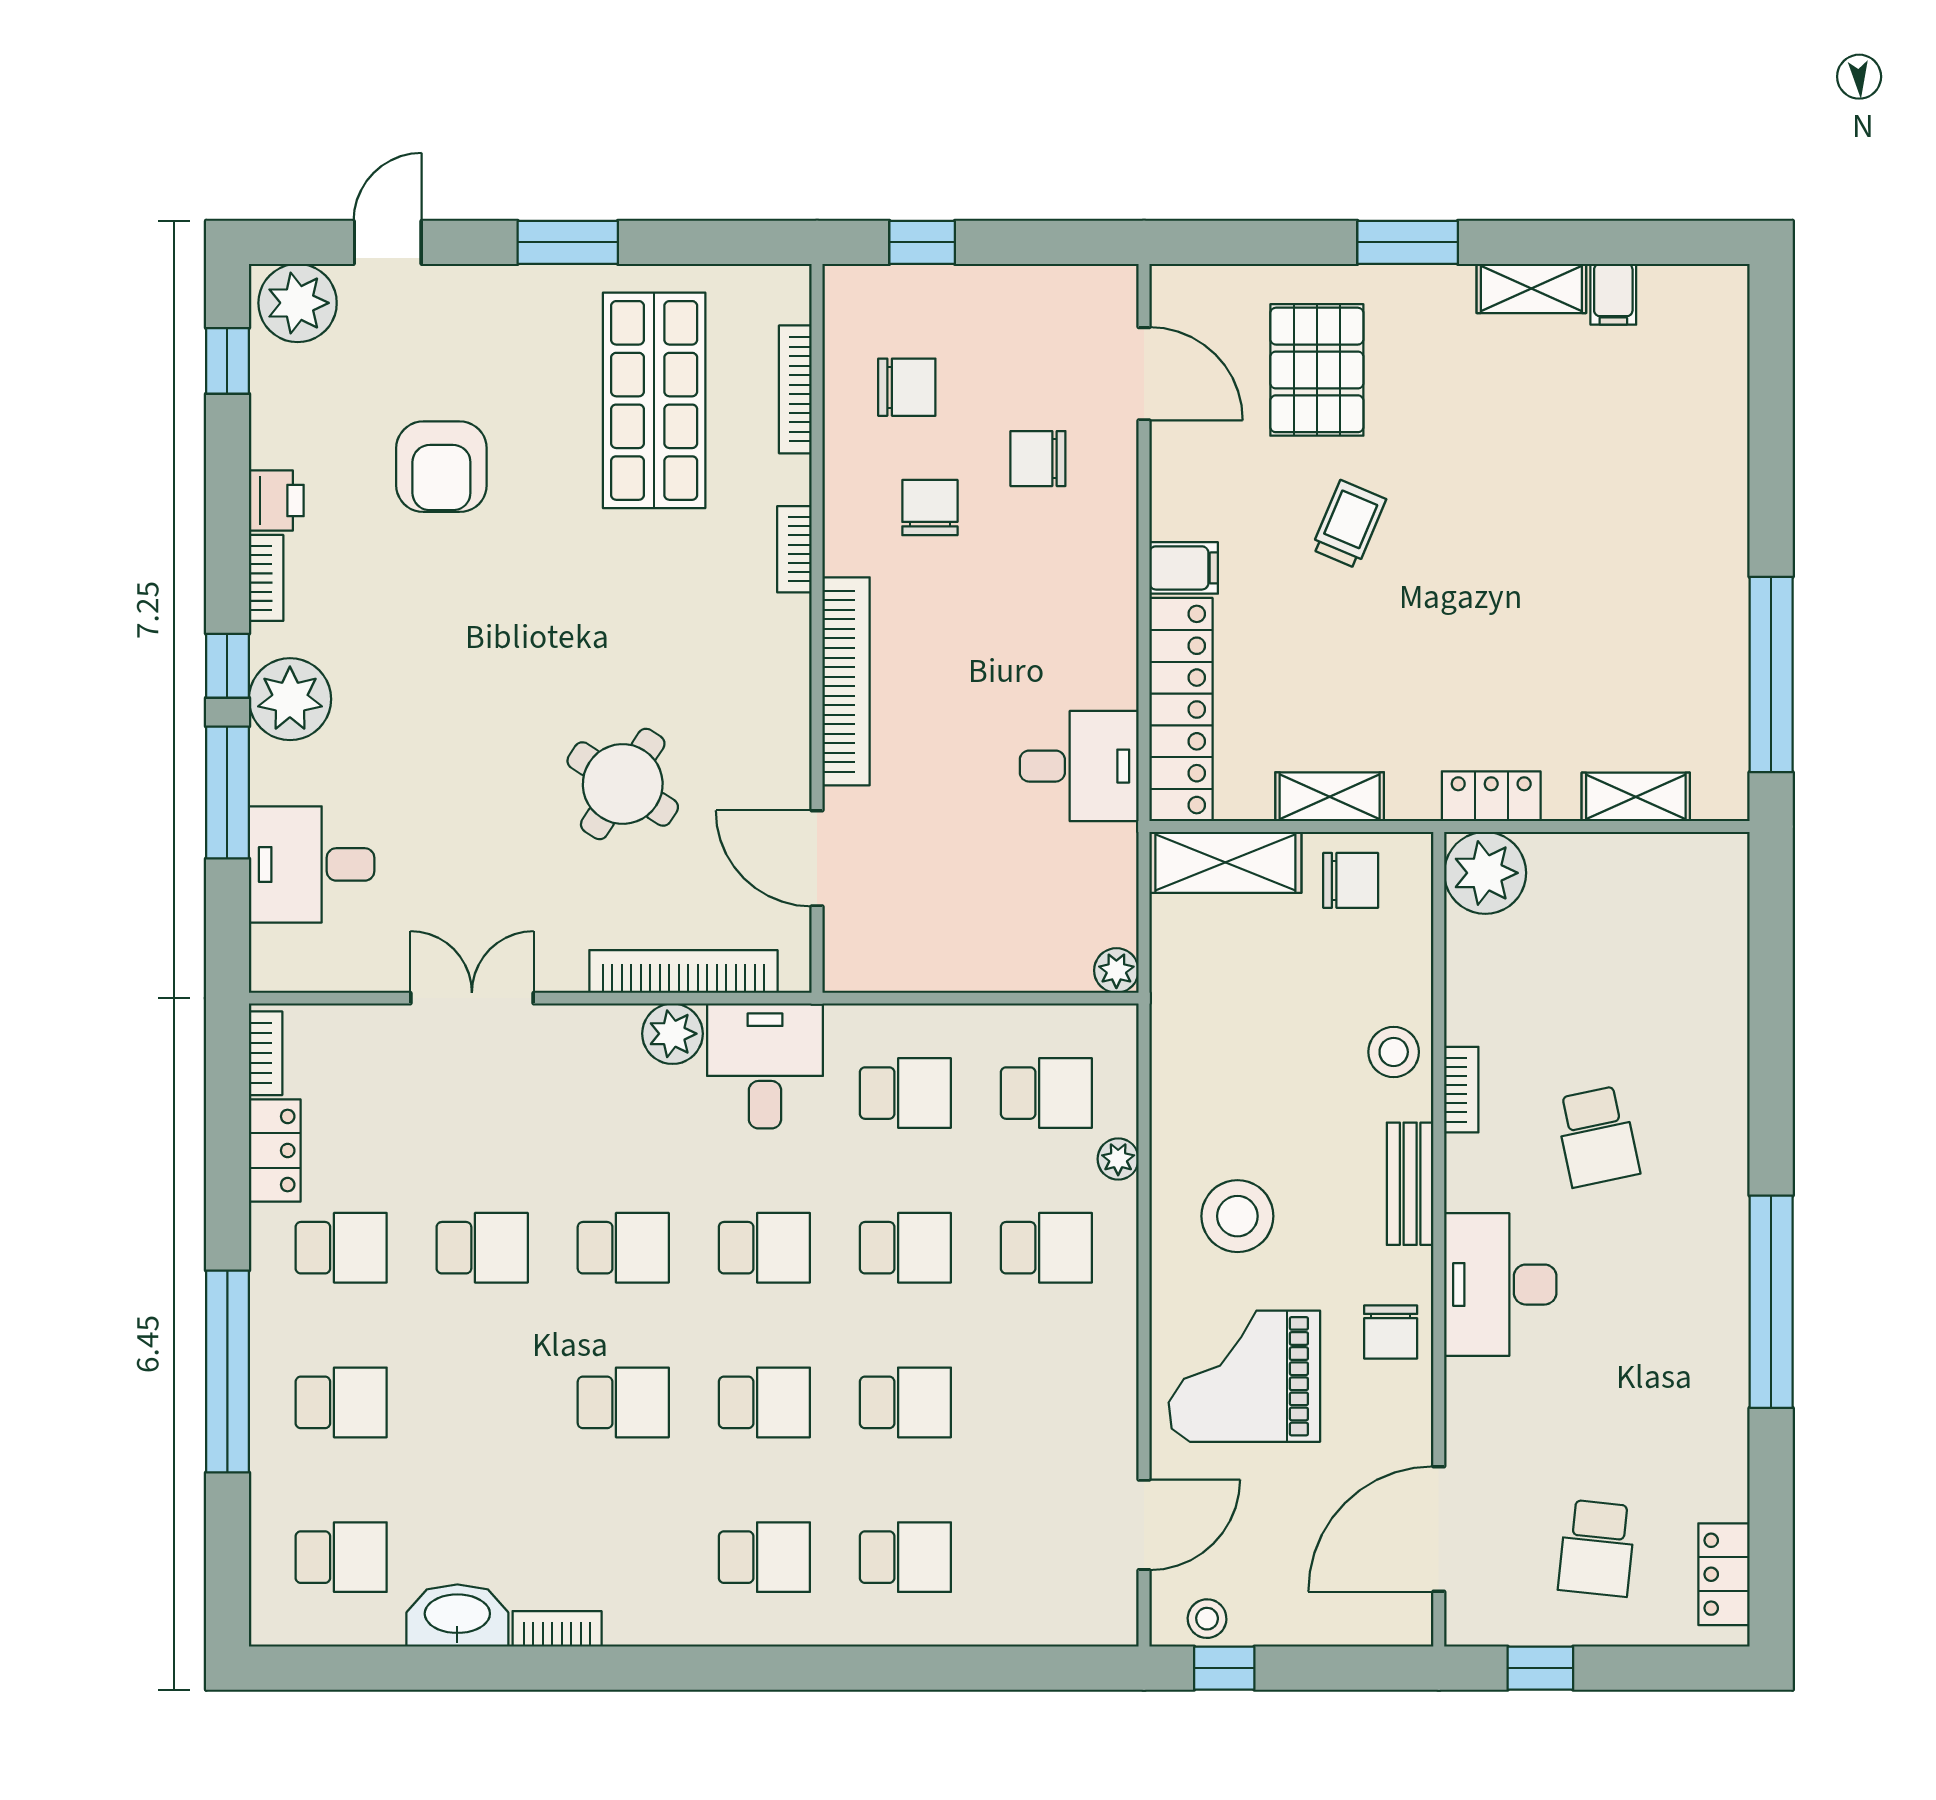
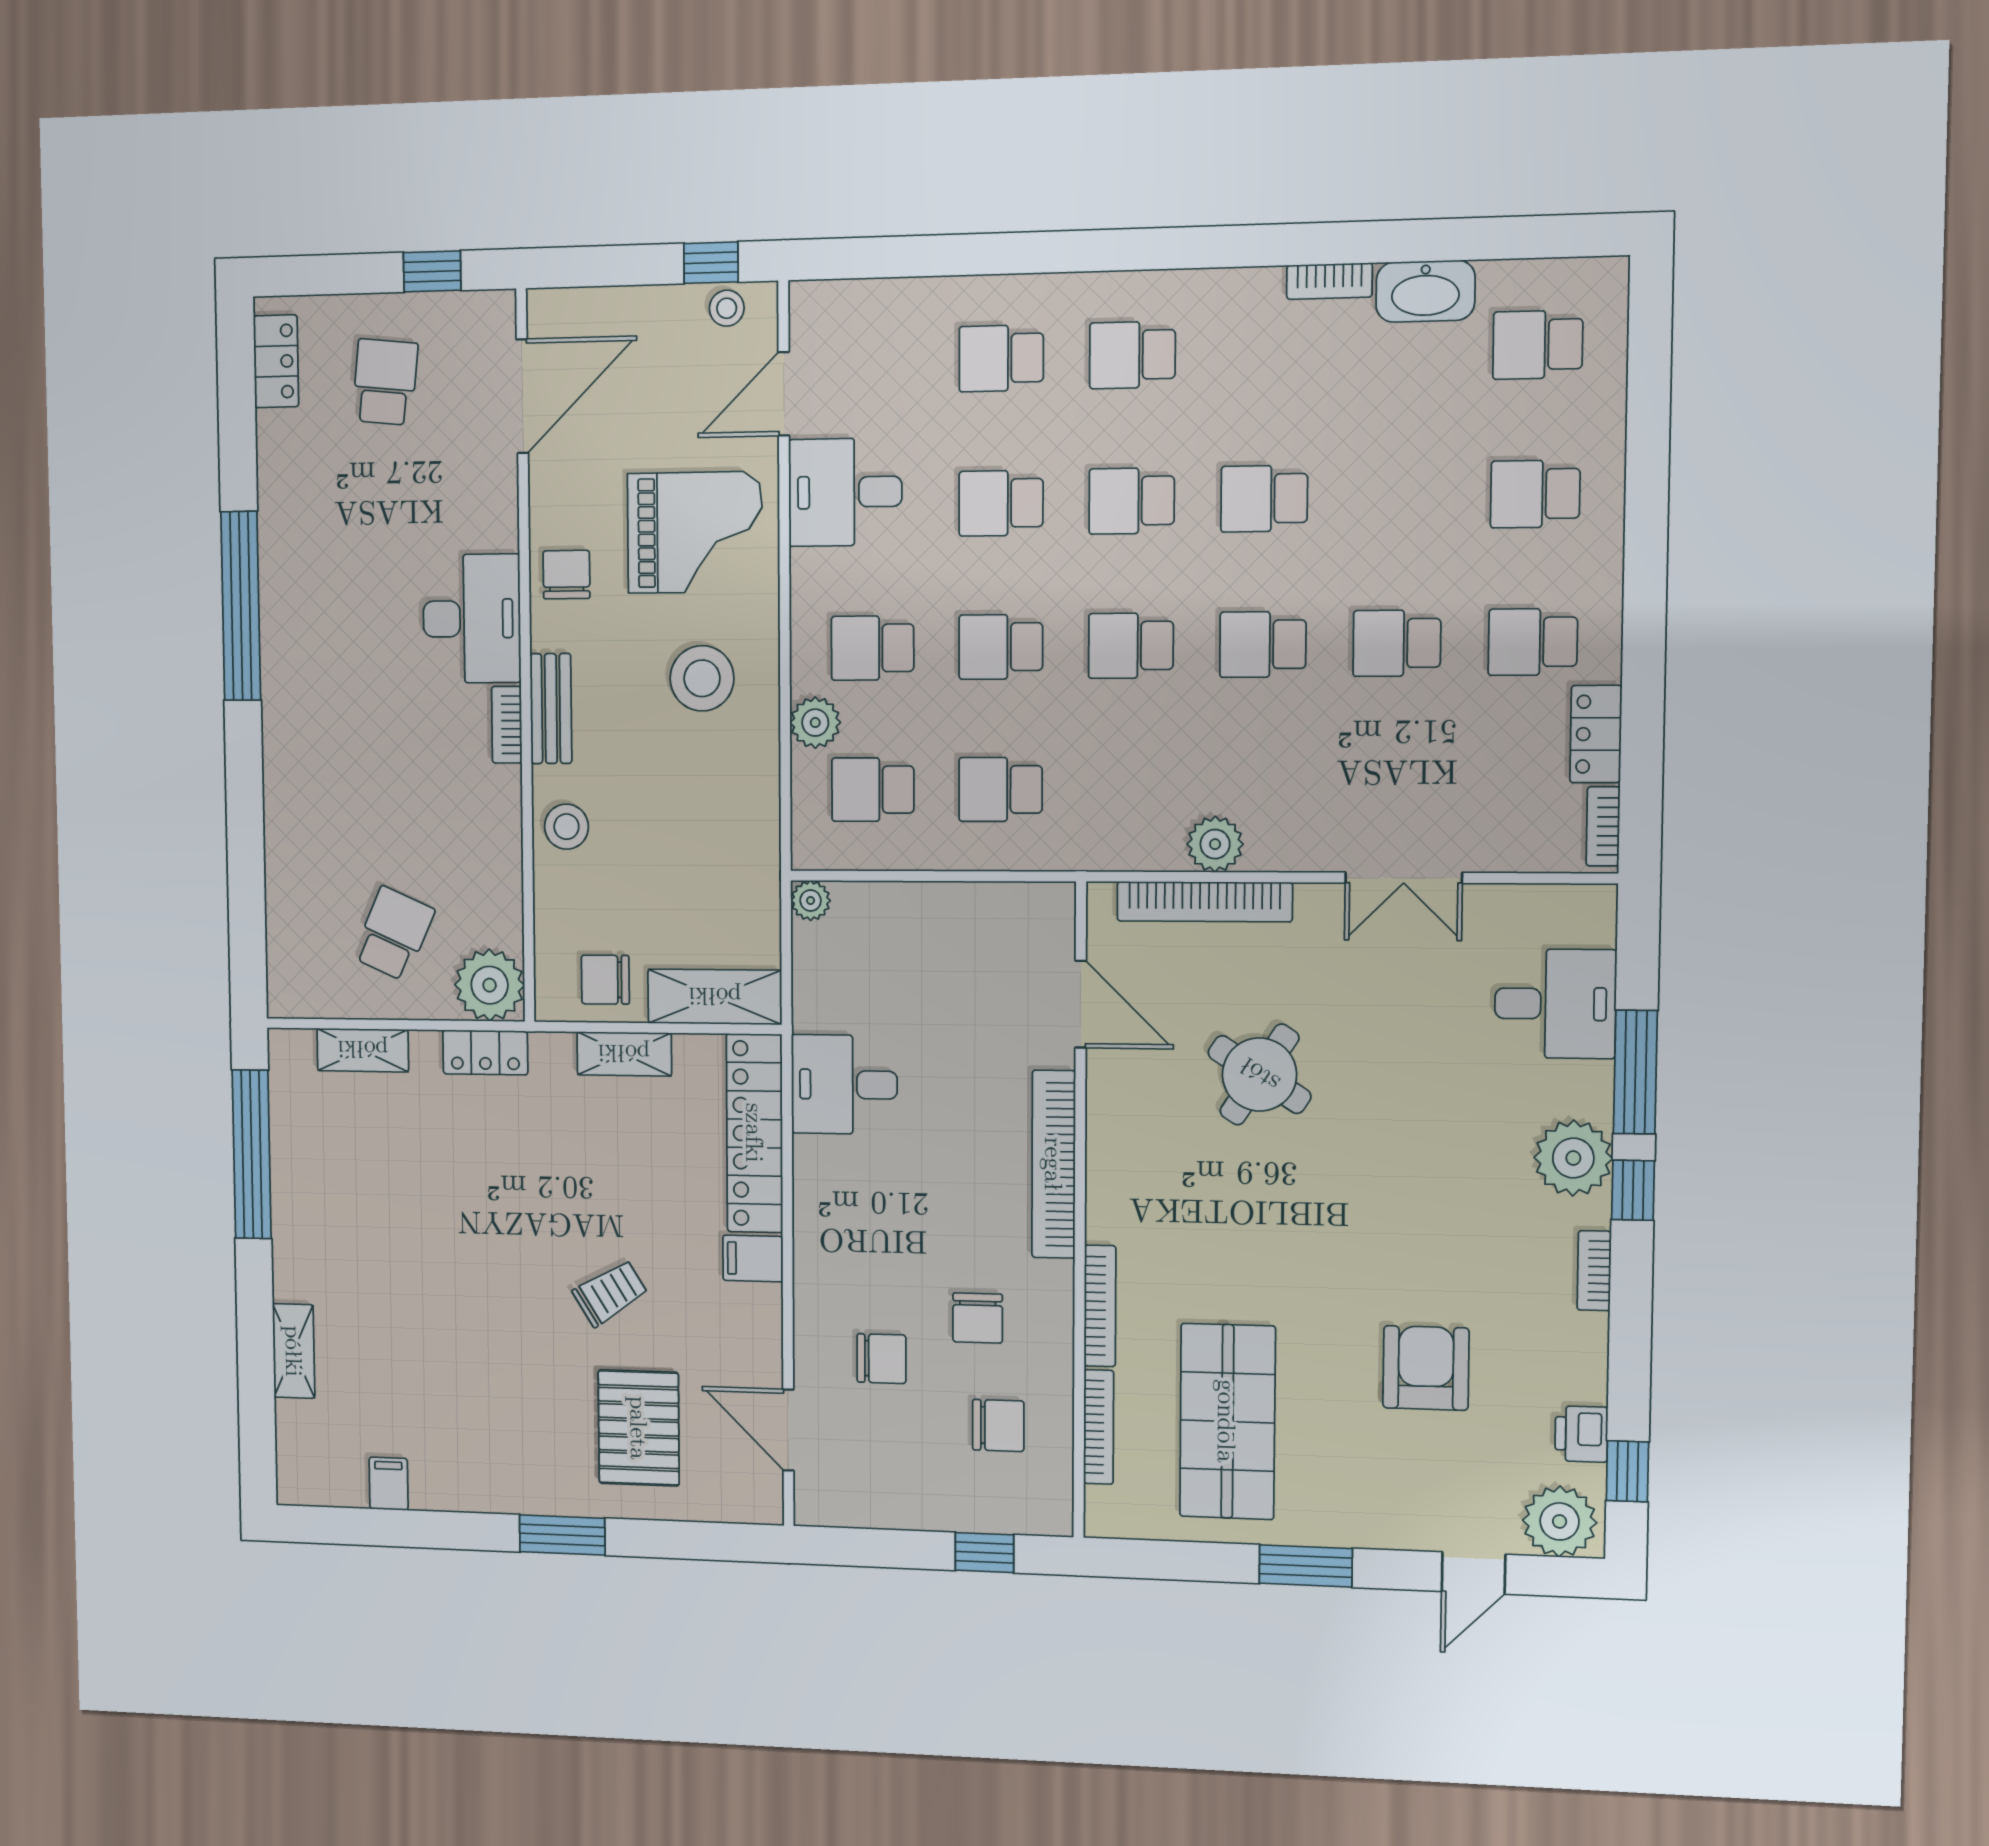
shelving: (1531, 288) -> (294, 1351), moved, turned 90
chair: (907, 387) -> (998, 1425), turned 180
printer: (276, 500) -> (1581, 1434), moved
trolley: (1349, 524) -> (610, 1293), turned -145
bookcase: (794, 549) -> (1100, 1306), width x1.56
desk: (765, 1066) -> (845, 492), moved, turned 90
bookcase: (1461, 1090) -> (507, 725), moved
school desk: (1597, 1136) -> (394, 934), moved, turned 36
plant: (1118, 1159) -> (815, 723), width x1.38, depth x1.38
window: (227, 1372) -> (1646, 522), removed

